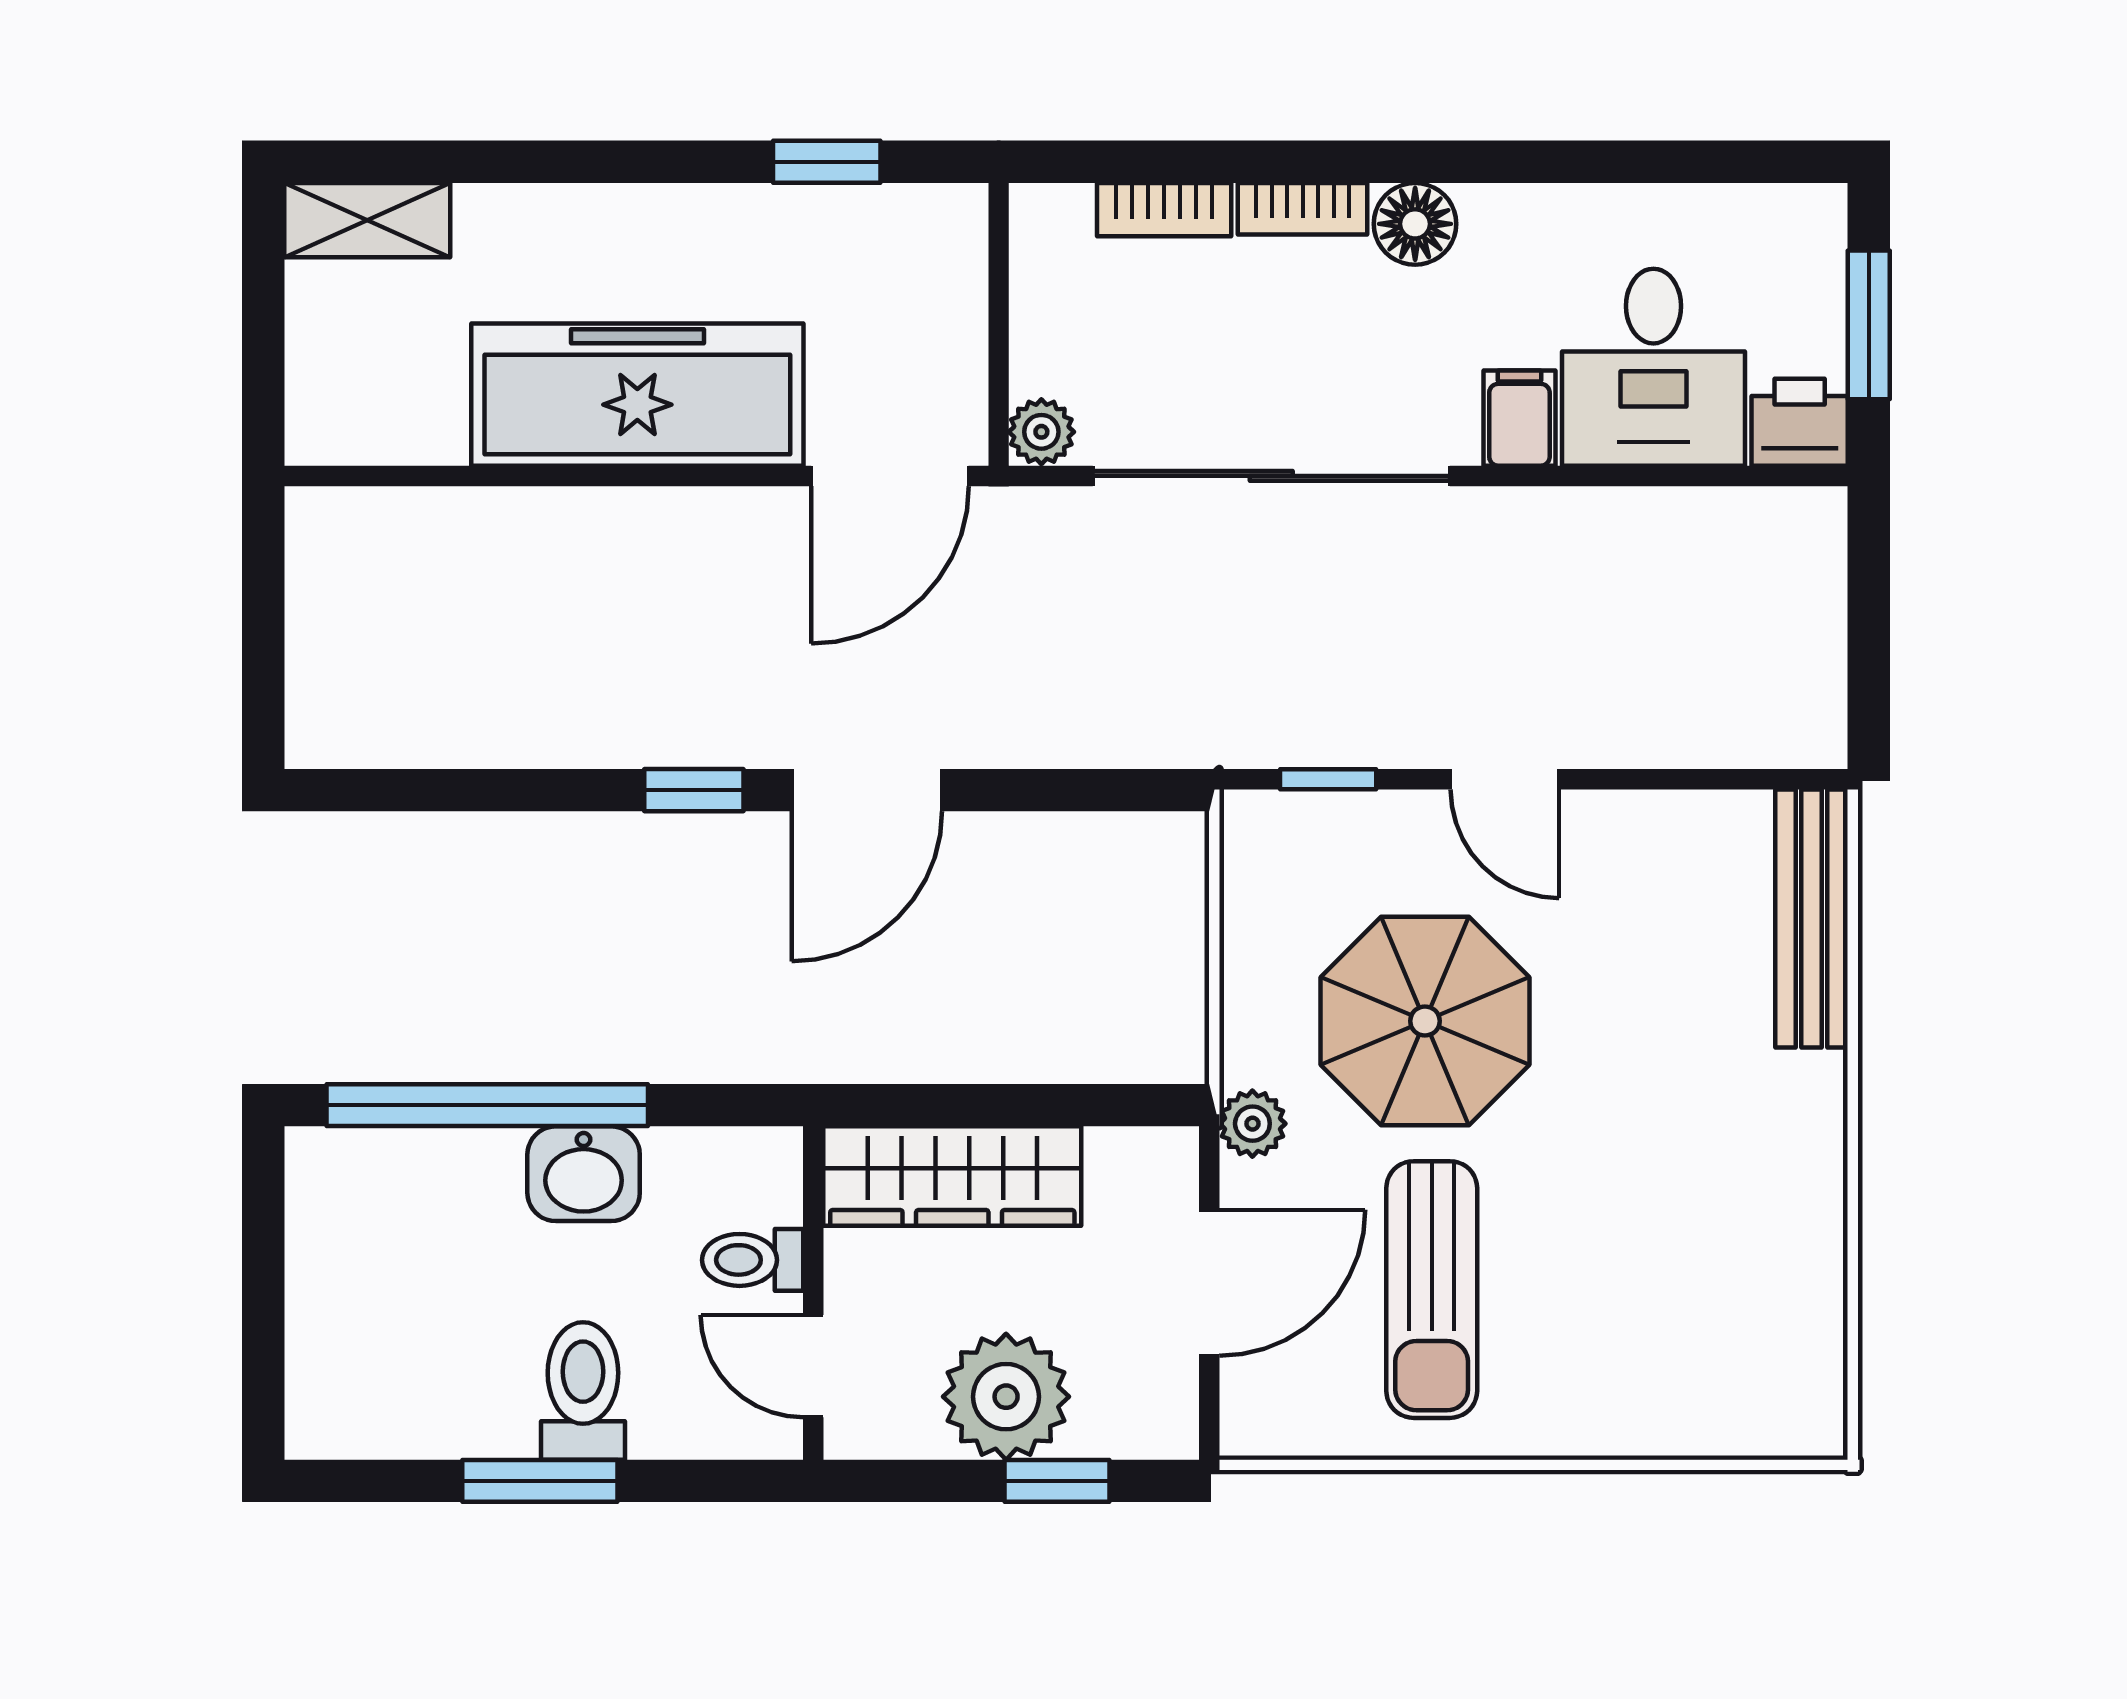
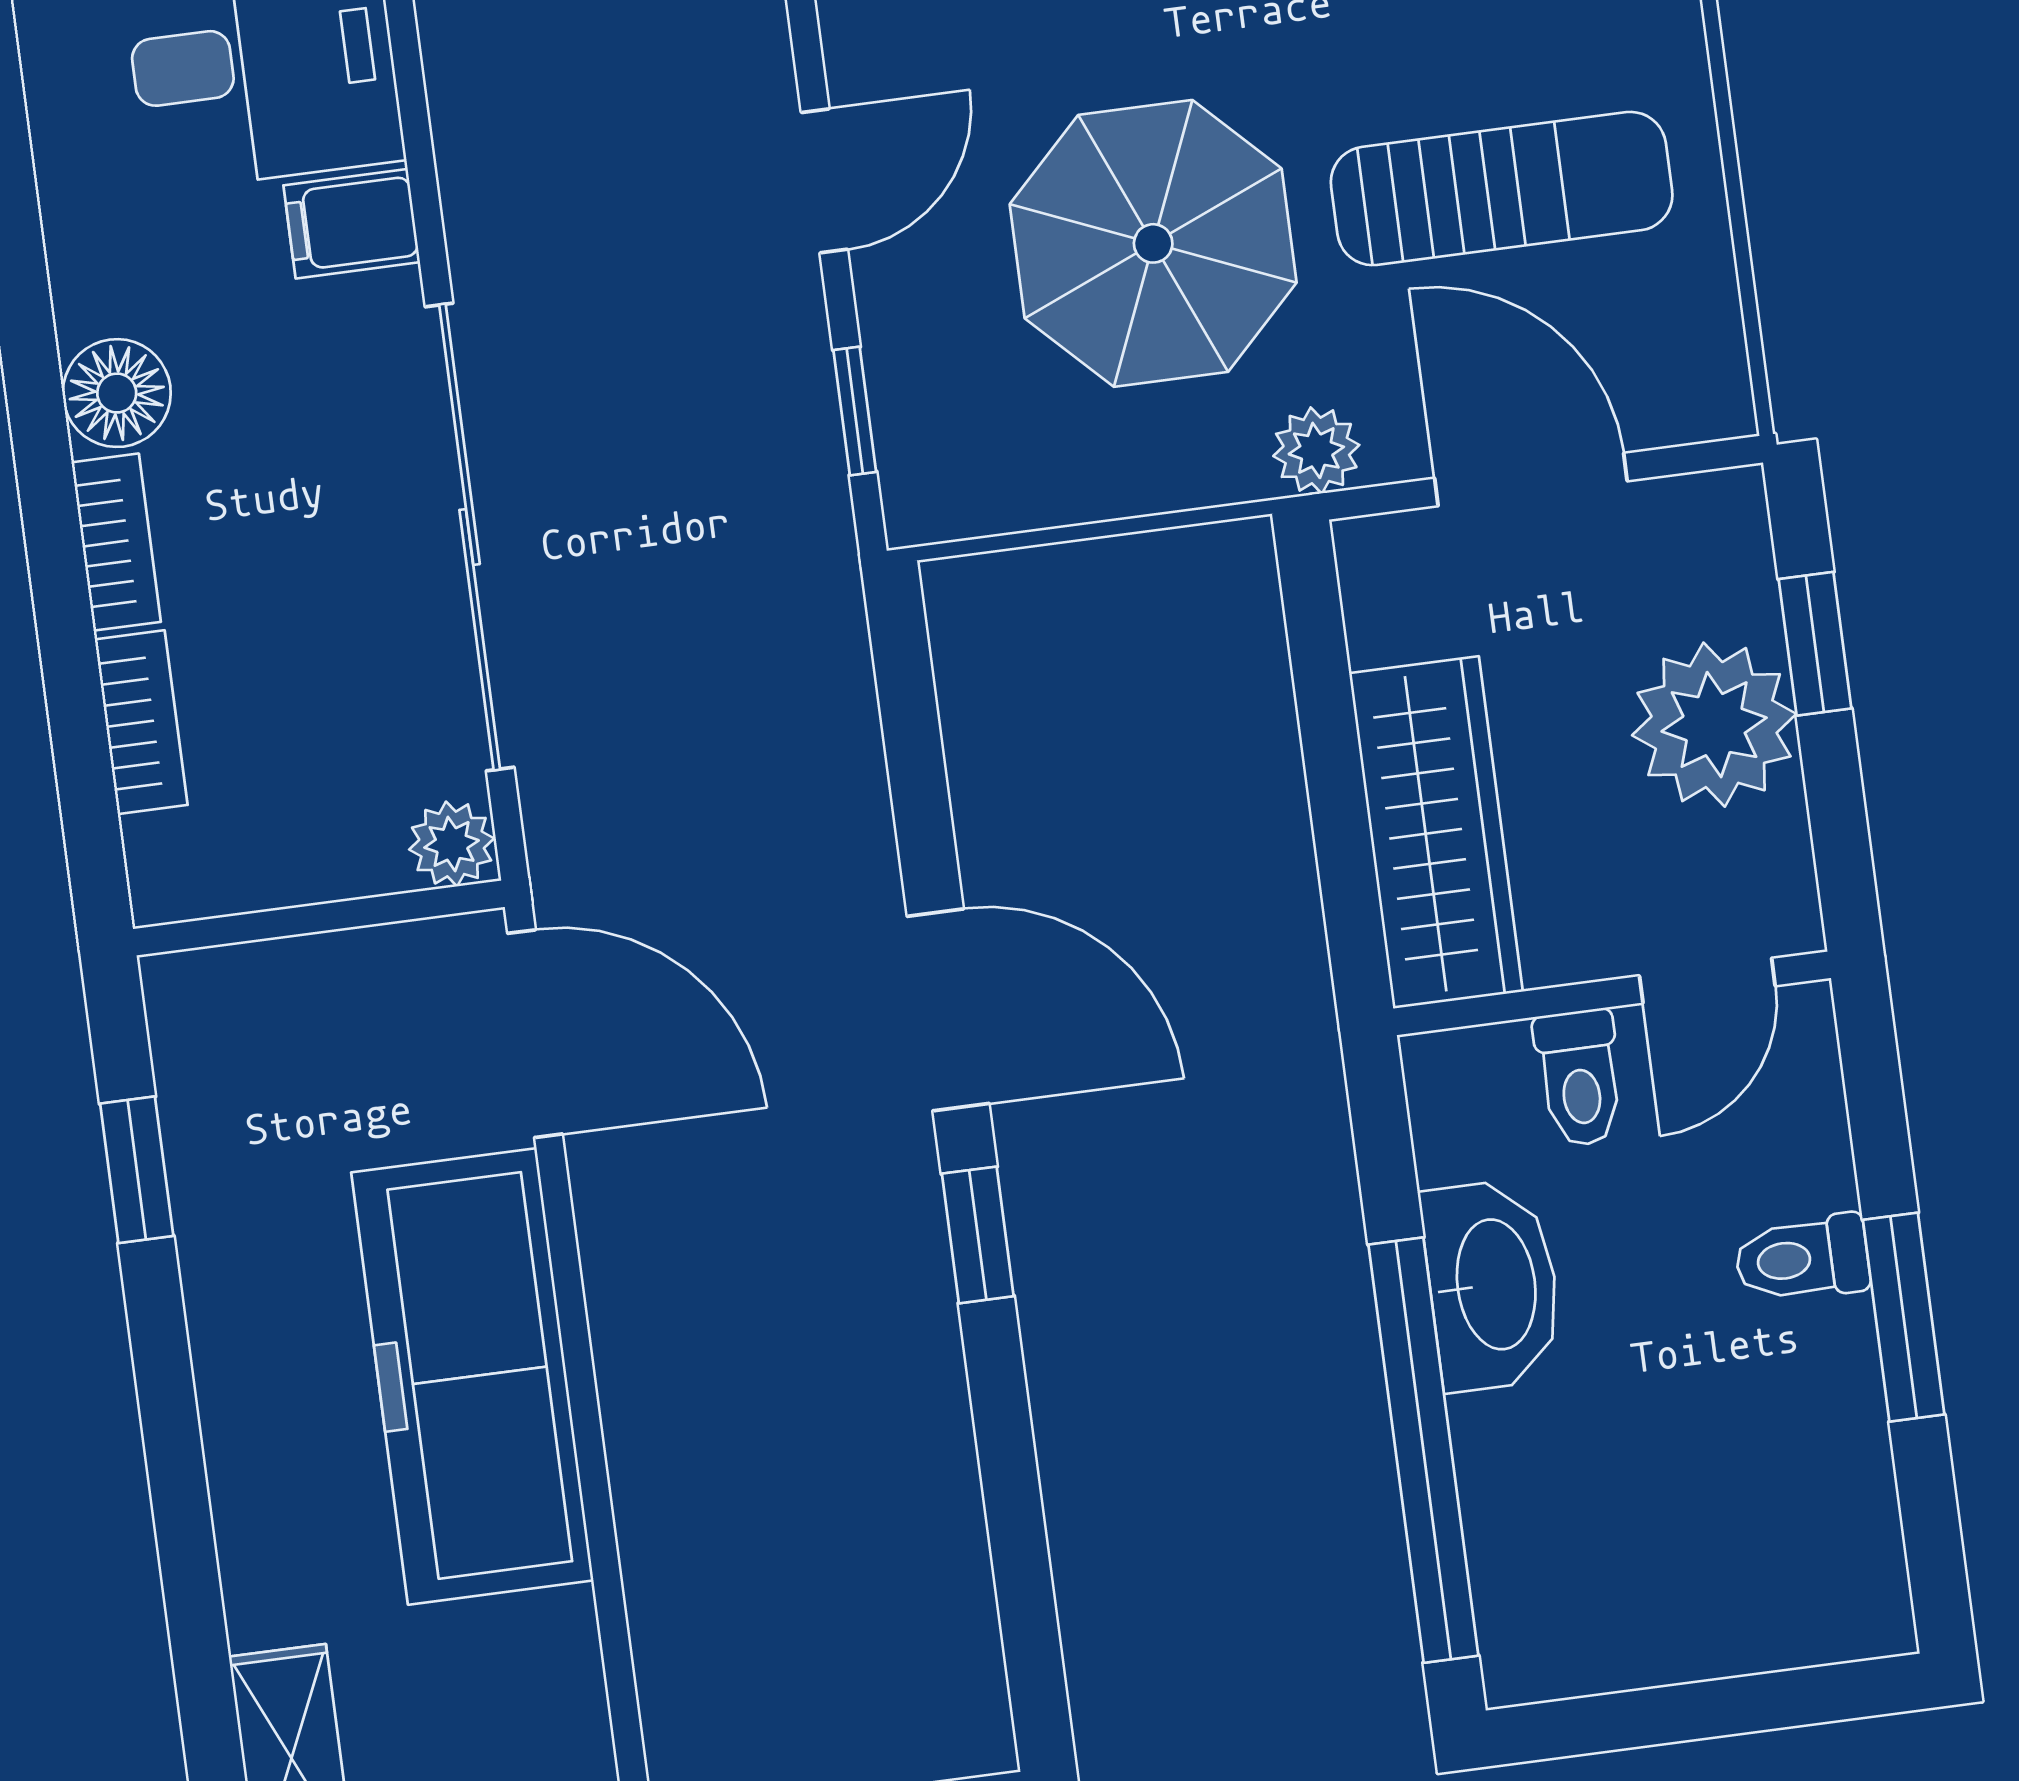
washbasin: (584, 1174) -> (1492, 1285), width x1.38
toilet: (583, 1391) -> (1802, 1258), width x0.73, depth x0.72

